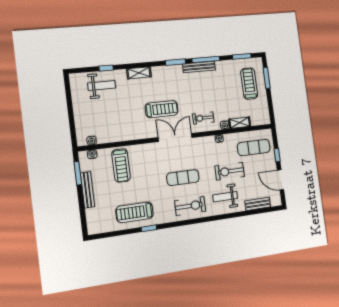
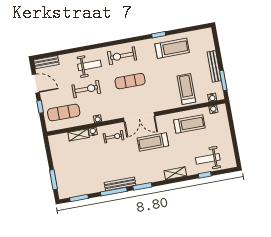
treadmill: (249, 84) -> (189, 124), moved, turned -90
bench: (258, 204) -> (46, 62), moved

